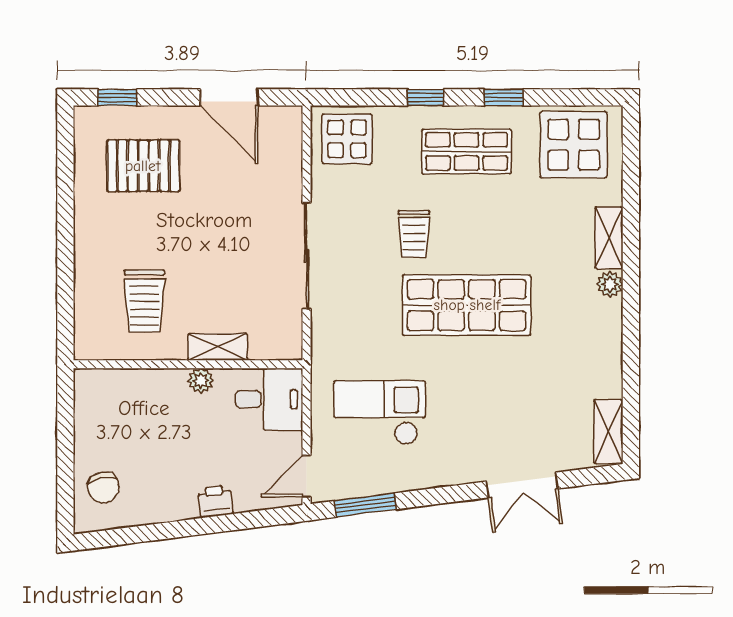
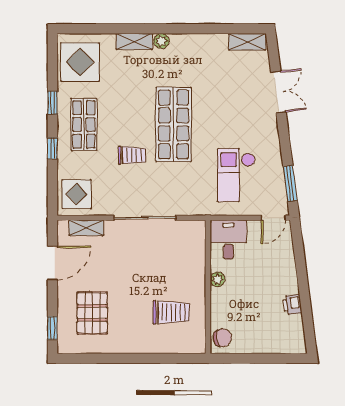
shelving: (218, 347) -> (86, 228), moved, turned 90
door: (307, 476) -> (273, 218), hinge flipped
chair: (103, 487) -> (222, 338), moved
printer: (215, 501) -> (292, 305), moved

